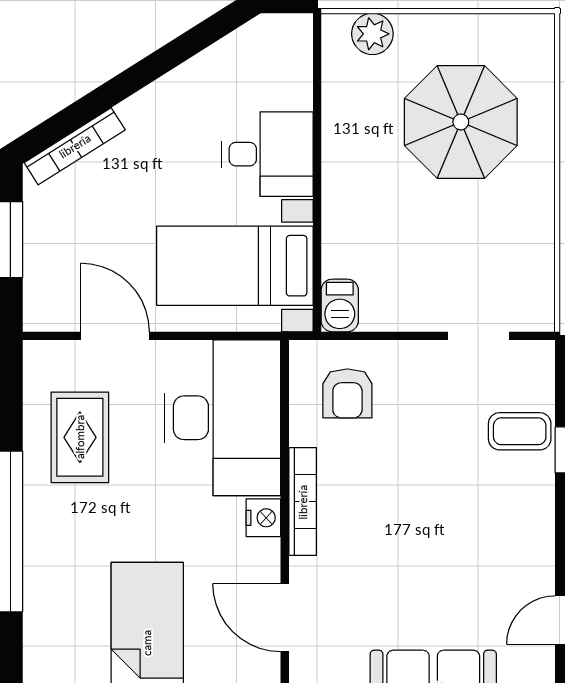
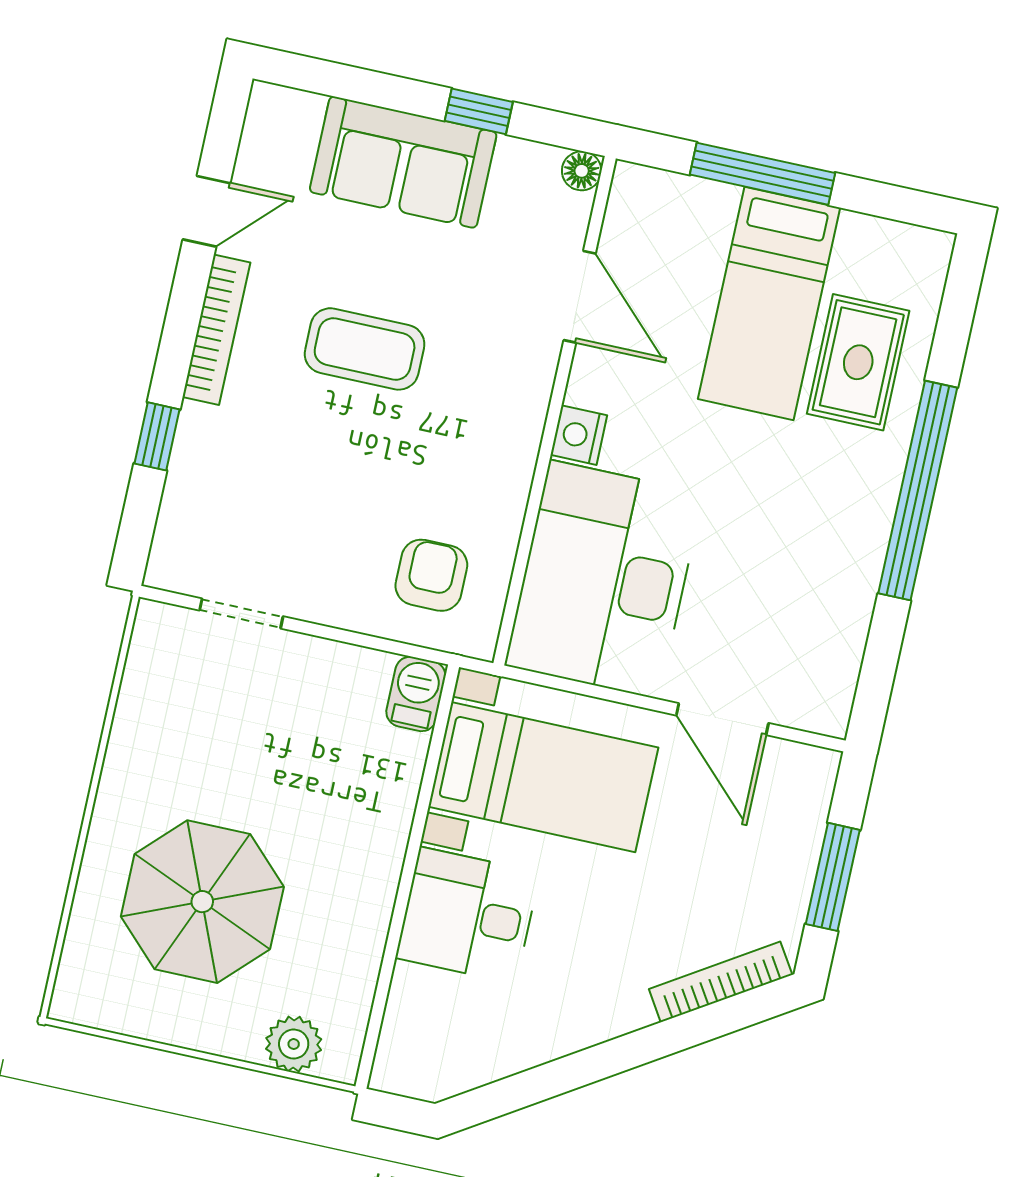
coffee table: (520, 431) -> (365, 349), moved, width x1.36, depth x1.30
rug: (80, 437) -> (858, 362), moved
bookcase: (303, 502) -> (216, 330), moved, turned 180

